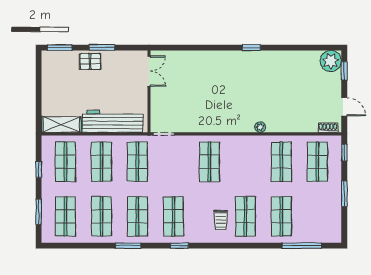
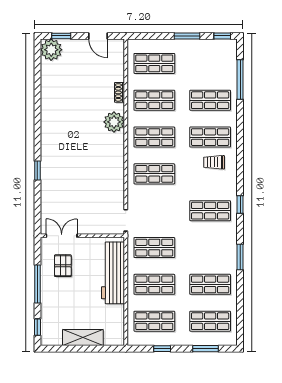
window: (60, 48) -> (37, 327), width x0.67
window: (102, 48) -> (37, 284), width x1.44
window: (251, 48) -> (37, 170), moved
pallet: (90, 62) -> (63, 266), moved
door: (344, 107) -> (98, 36), swing flipped
shelving: (61, 125) -> (83, 338), moved, turned 90
plant: (260, 127) -> (114, 122), width x1.87, depth x1.87
shoe rack: (328, 128) -> (119, 92), moved
window: (344, 153) -> (222, 36), moved
shop shelf: (137, 216) -> (154, 137), moved
trolley: (221, 220) -> (214, 162), turned 180

